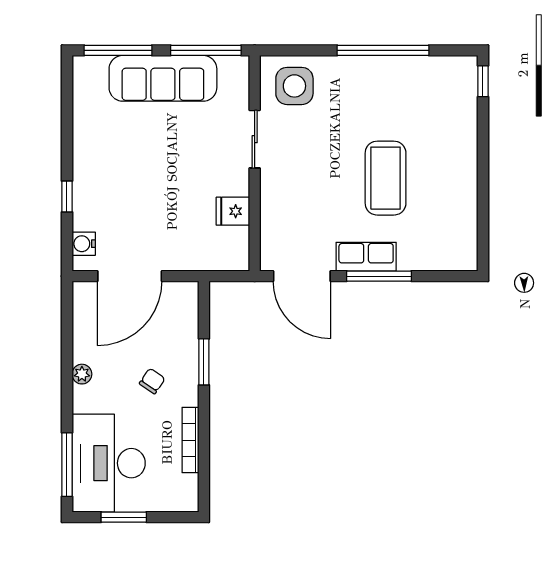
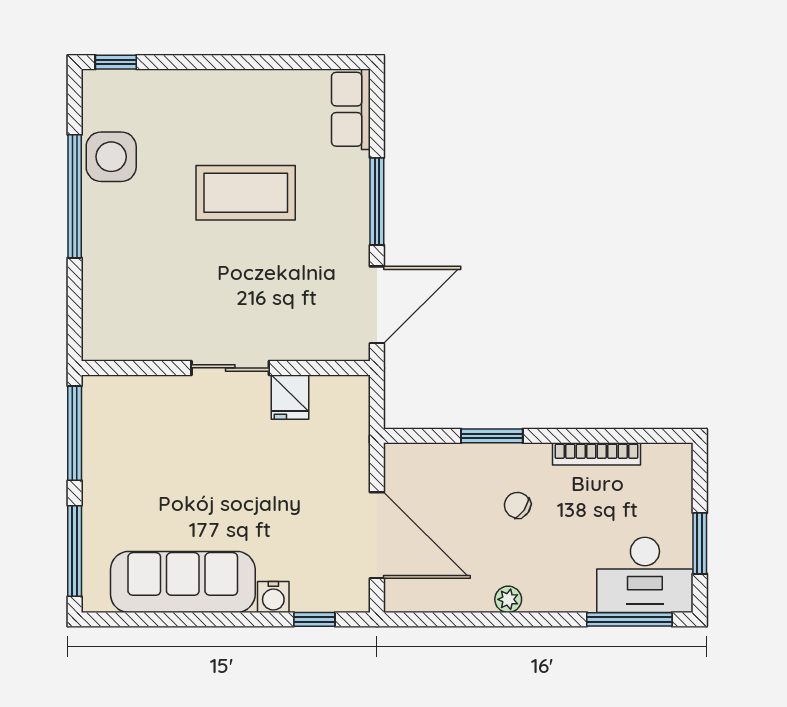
sofa: (163, 78) -> (183, 582), moved, turned -90
side table: (294, 86) -> (111, 157), moved
sliding door: (255, 139) -> (230, 368), moved
window: (67, 197) -> (314, 619), moved
water cooler: (84, 244) -> (273, 597), moved
row of seats: (366, 257) -> (351, 109), moved
desk: (109, 463) -> (645, 575), width x0.73, depth x0.77

